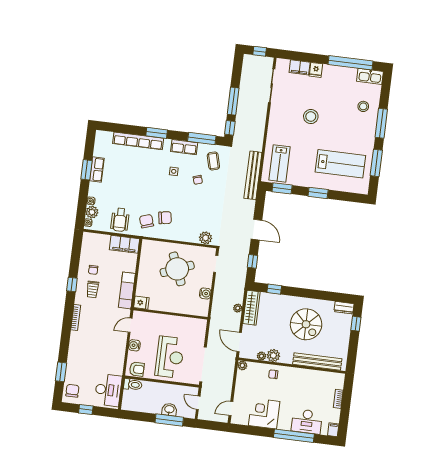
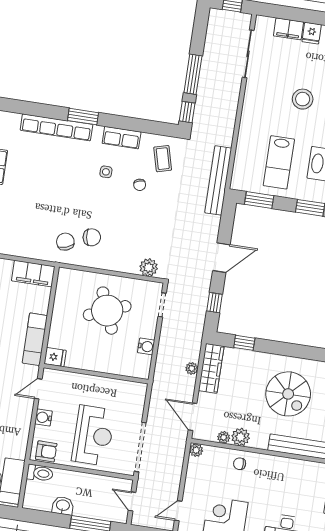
window: (202, 139) -> (147, 126), removed
lab bench: (279, 163) -> (279, 162), moved
wheelchair: (120, 220) -> (28, 239), removed
door: (257, 230) -> (221, 258), hinge flipped
washbasin: (169, 410) -> (63, 506), moved

